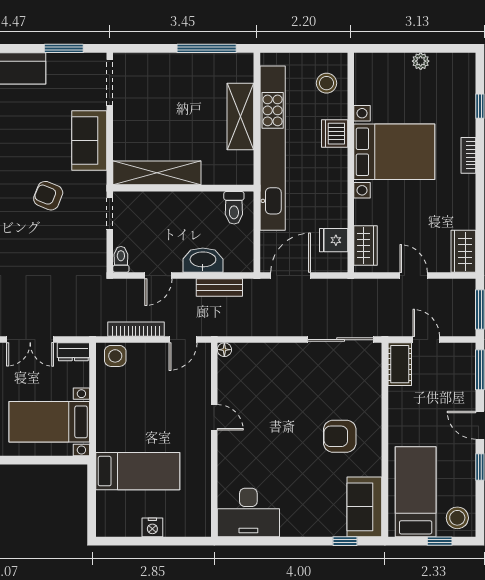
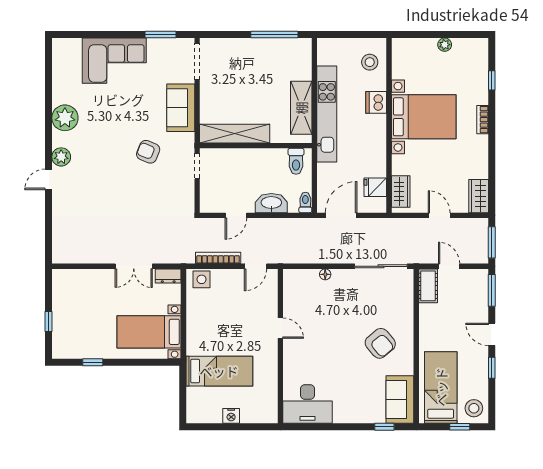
shelving: (240, 117) -> (301, 108), moved
kitchen unit: (273, 148) -> (327, 114), width x0.73
toilet: (121, 259) -> (305, 202), moved
bench: (219, 287) -> (284, 225), removed
floor lamp: (224, 350) -> (325, 274), moved
armchair: (340, 436) -> (380, 343), turned -130

